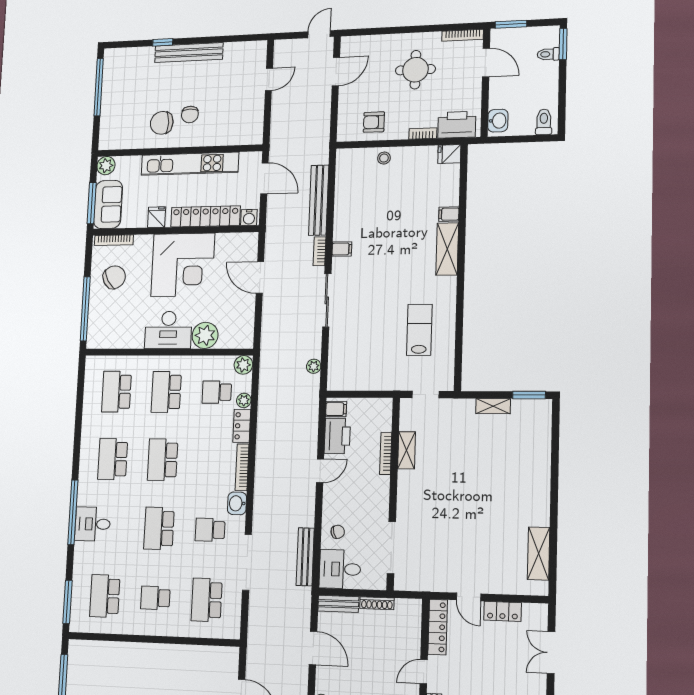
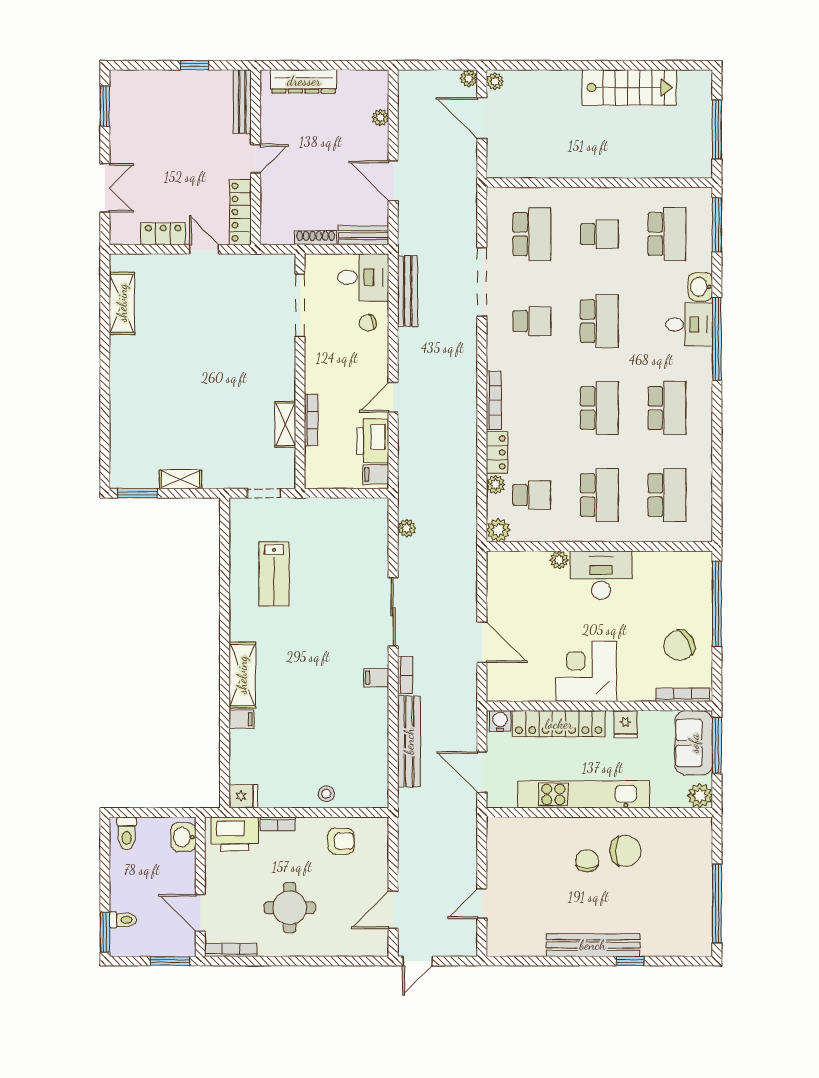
corner desk: (183, 265) -> (586, 671), width x0.74, depth x0.74
plant: (205, 335) -> (559, 560), width x0.53, depth x0.53
washbasin: (237, 503) -> (700, 287), moved, turned 180

